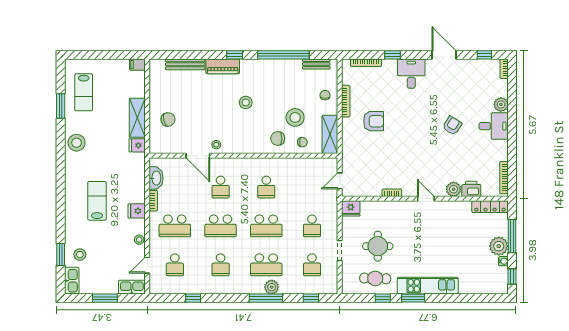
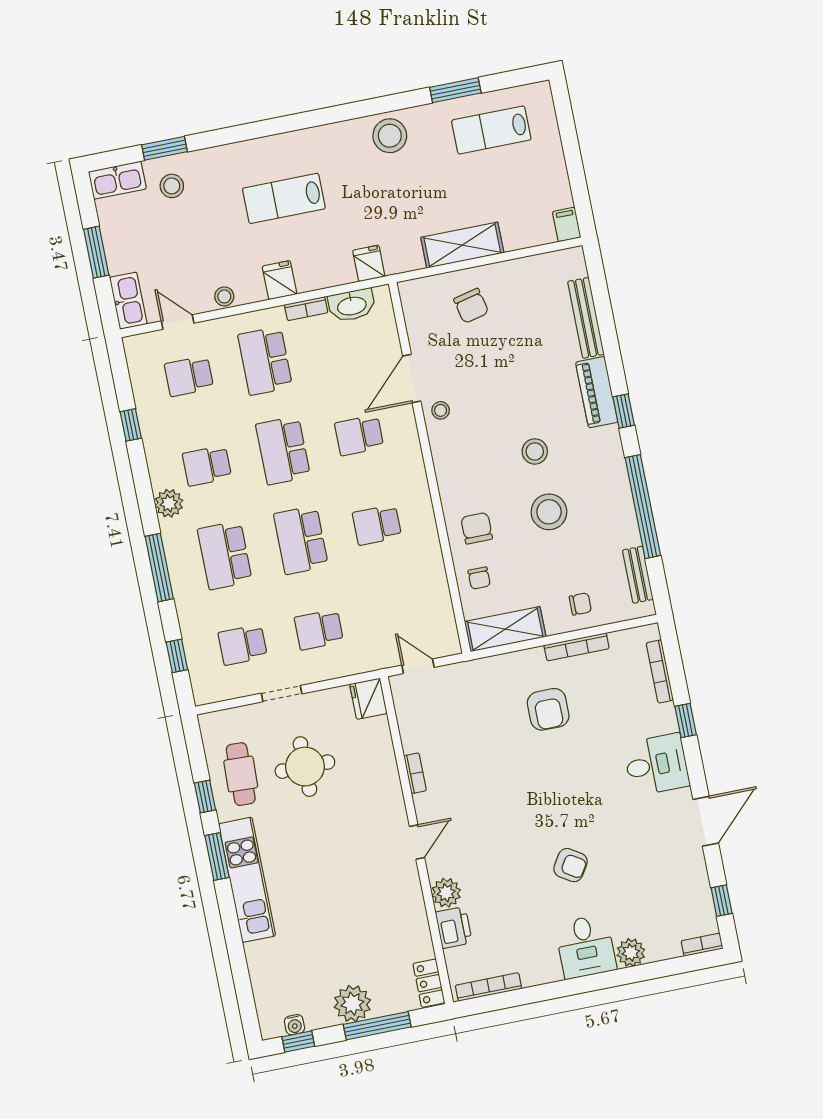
stool: (295, 117) -> (549, 512), moved
fridge: (137, 145) -> (369, 263), moved
lab bench: (97, 201) -> (284, 198), turned 180
locker: (490, 207) -> (429, 983), width x0.66
water cooler: (503, 261) -> (294, 1025), moved
plant: (272, 287) -> (169, 503), moved

